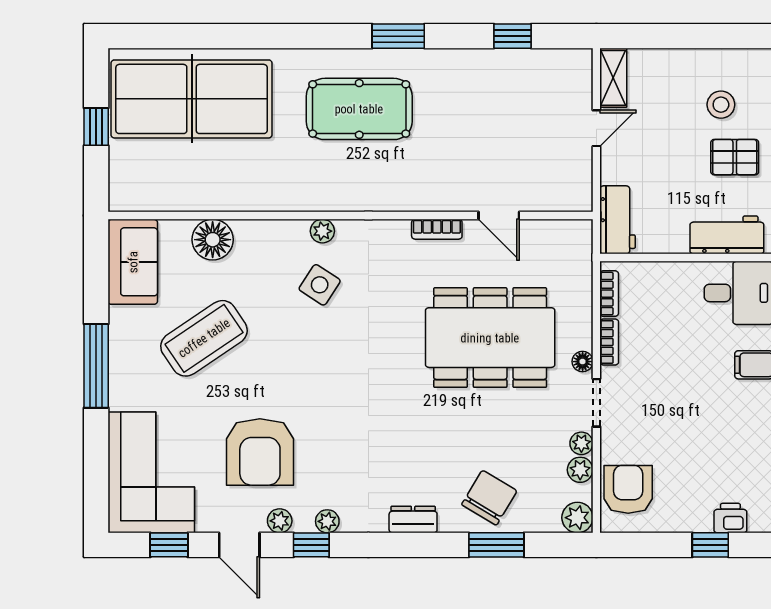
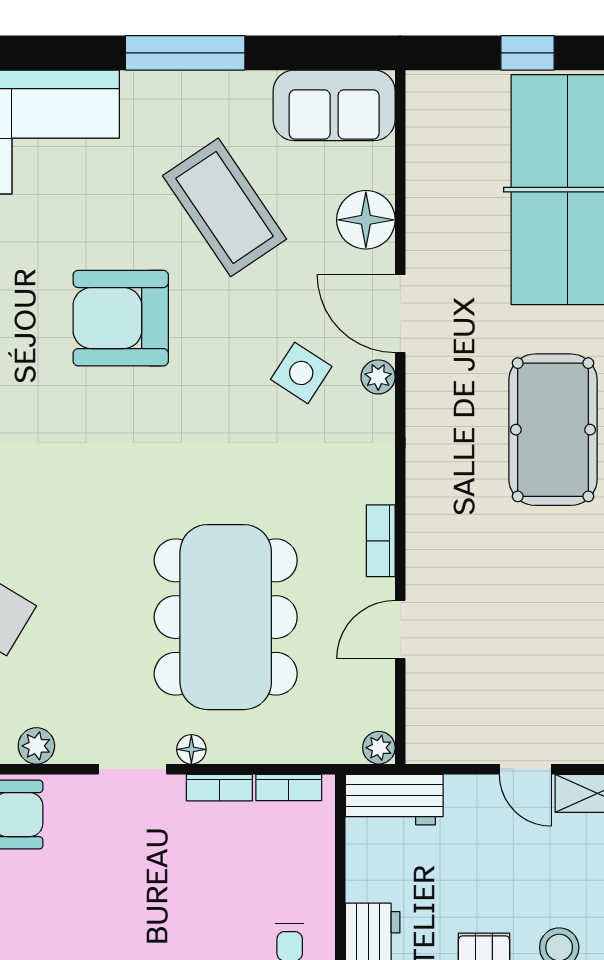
door: (278, 216) -> (400, 314), added
plant: (581, 443) -> (379, 748), moved
armchair: (260, 452) -> (121, 318), moved

